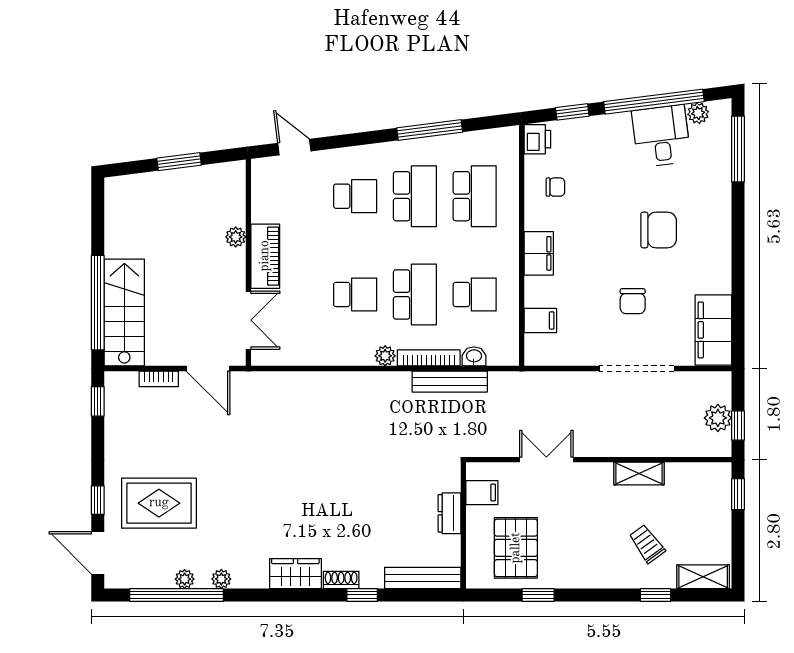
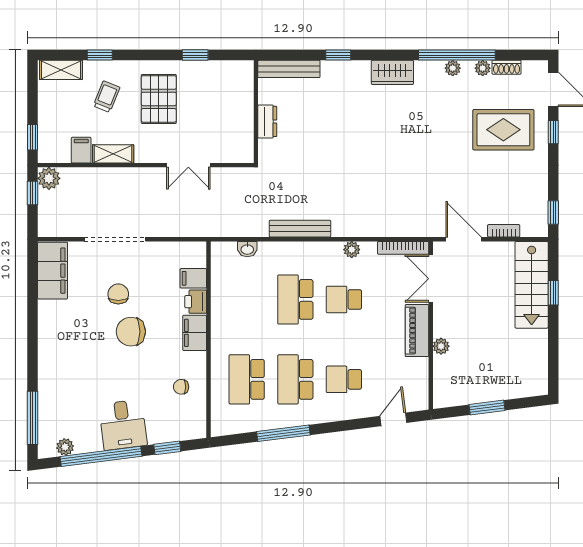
desk: (661, 136) -> (123, 425), moved
printer: (537, 139) -> (196, 302), moved
door: (294, 147) -> (393, 419), swing flipped
chair: (659, 230) -> (131, 332), moved
school desk: (475, 294) -> (247, 299), removed
window: (98, 303) -> (553, 293), width x0.32
plant: (385, 356) -> (352, 250), moved
bookcase: (429, 358) -> (403, 248), moved
bench: (450, 382) -> (300, 229), moved
plant: (718, 418) -> (49, 178), moved
filing cabinet: (482, 493) -> (81, 150), moved, turned 90
trolley: (647, 544) -> (107, 97), turned -122
pallet: (516, 548) -> (159, 99), moved
shoe rack: (341, 580) -> (507, 67), moved
window: (177, 595) -> (457, 55), moved

